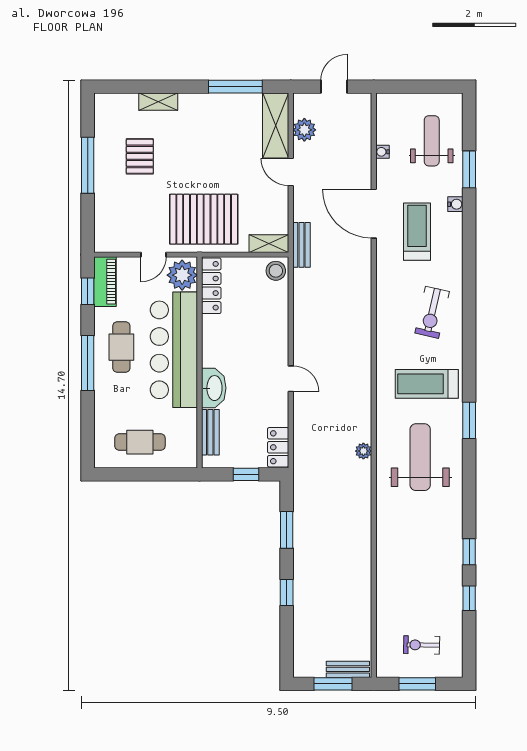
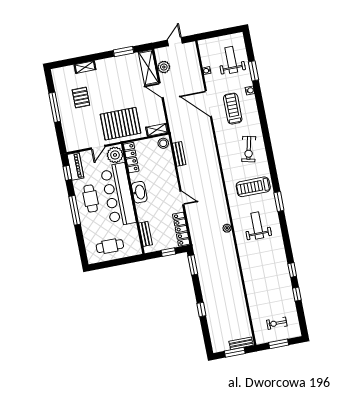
window: (235, 87) -> (124, 52), width x0.69
bench: (301, 245) -> (179, 154), moved
washbasin: (214, 388) -> (139, 192), moved
locker: (278, 447) -> (181, 229), width x1.53
weight bench: (420, 457) -> (257, 226), width x0.73, depth x0.75
window: (287, 530) -> (193, 265), moved

